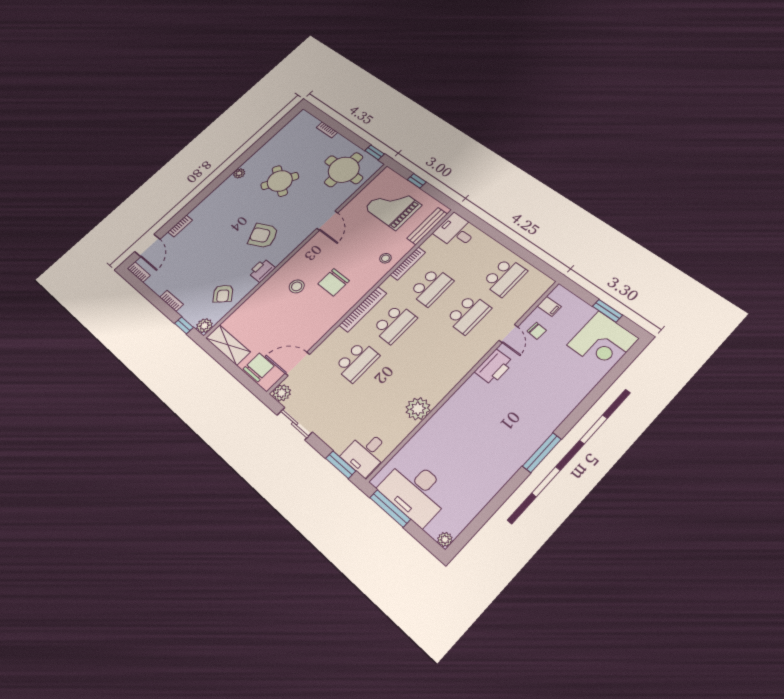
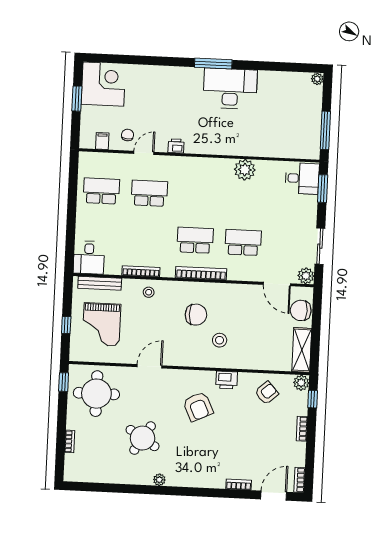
school desk: (431, 287) -> (147, 238), removed
printer: (494, 367) -> (176, 146), width x0.53, depth x0.68
desk: (415, 491) -> (230, 89), moved, turned -90

